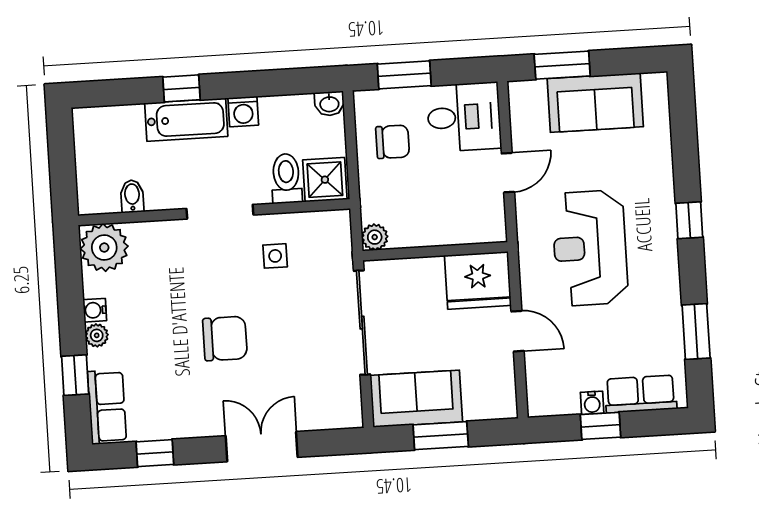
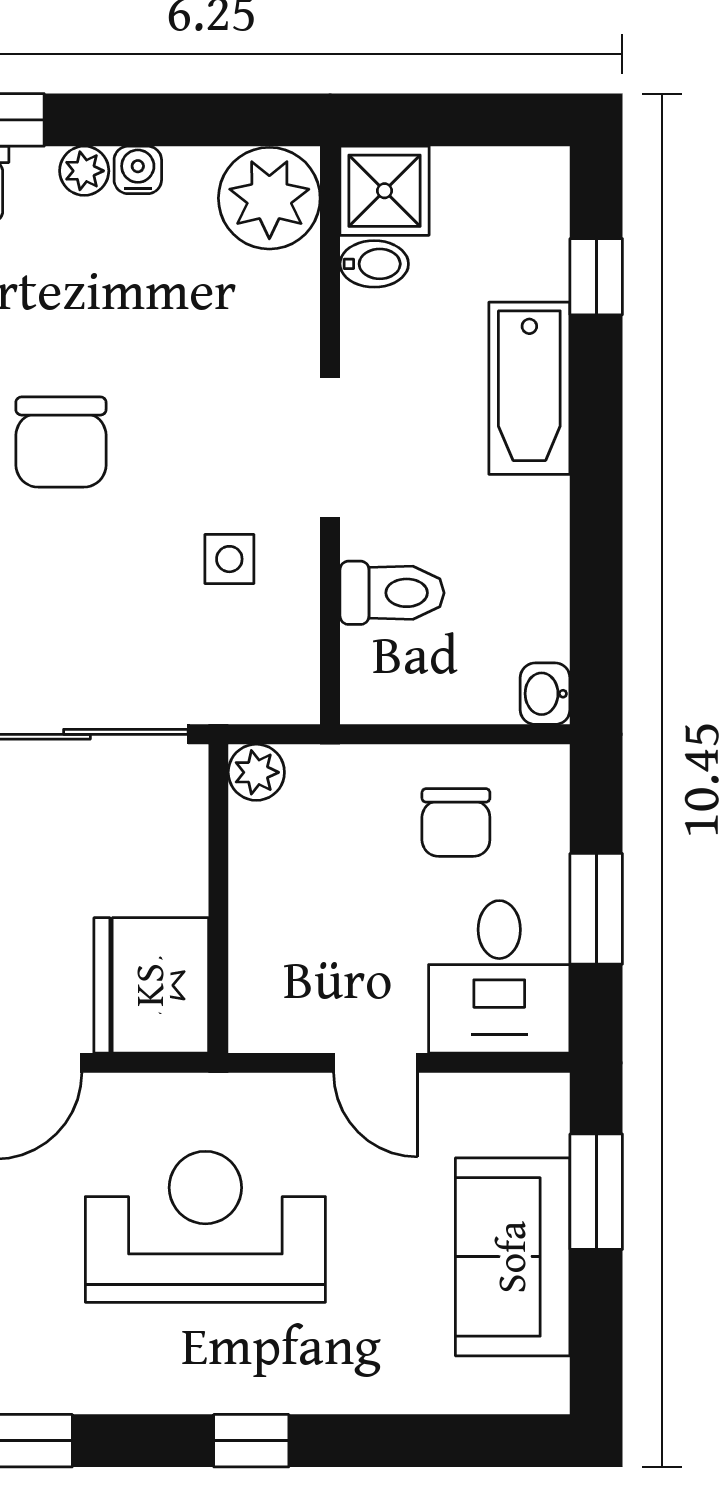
window: (404, 75) -> (596, 909), moved
window: (182, 88) -> (596, 277), moved
washing machine: (243, 112) -> (539, 510), removed
shower: (325, 180) -> (385, 191), moved

